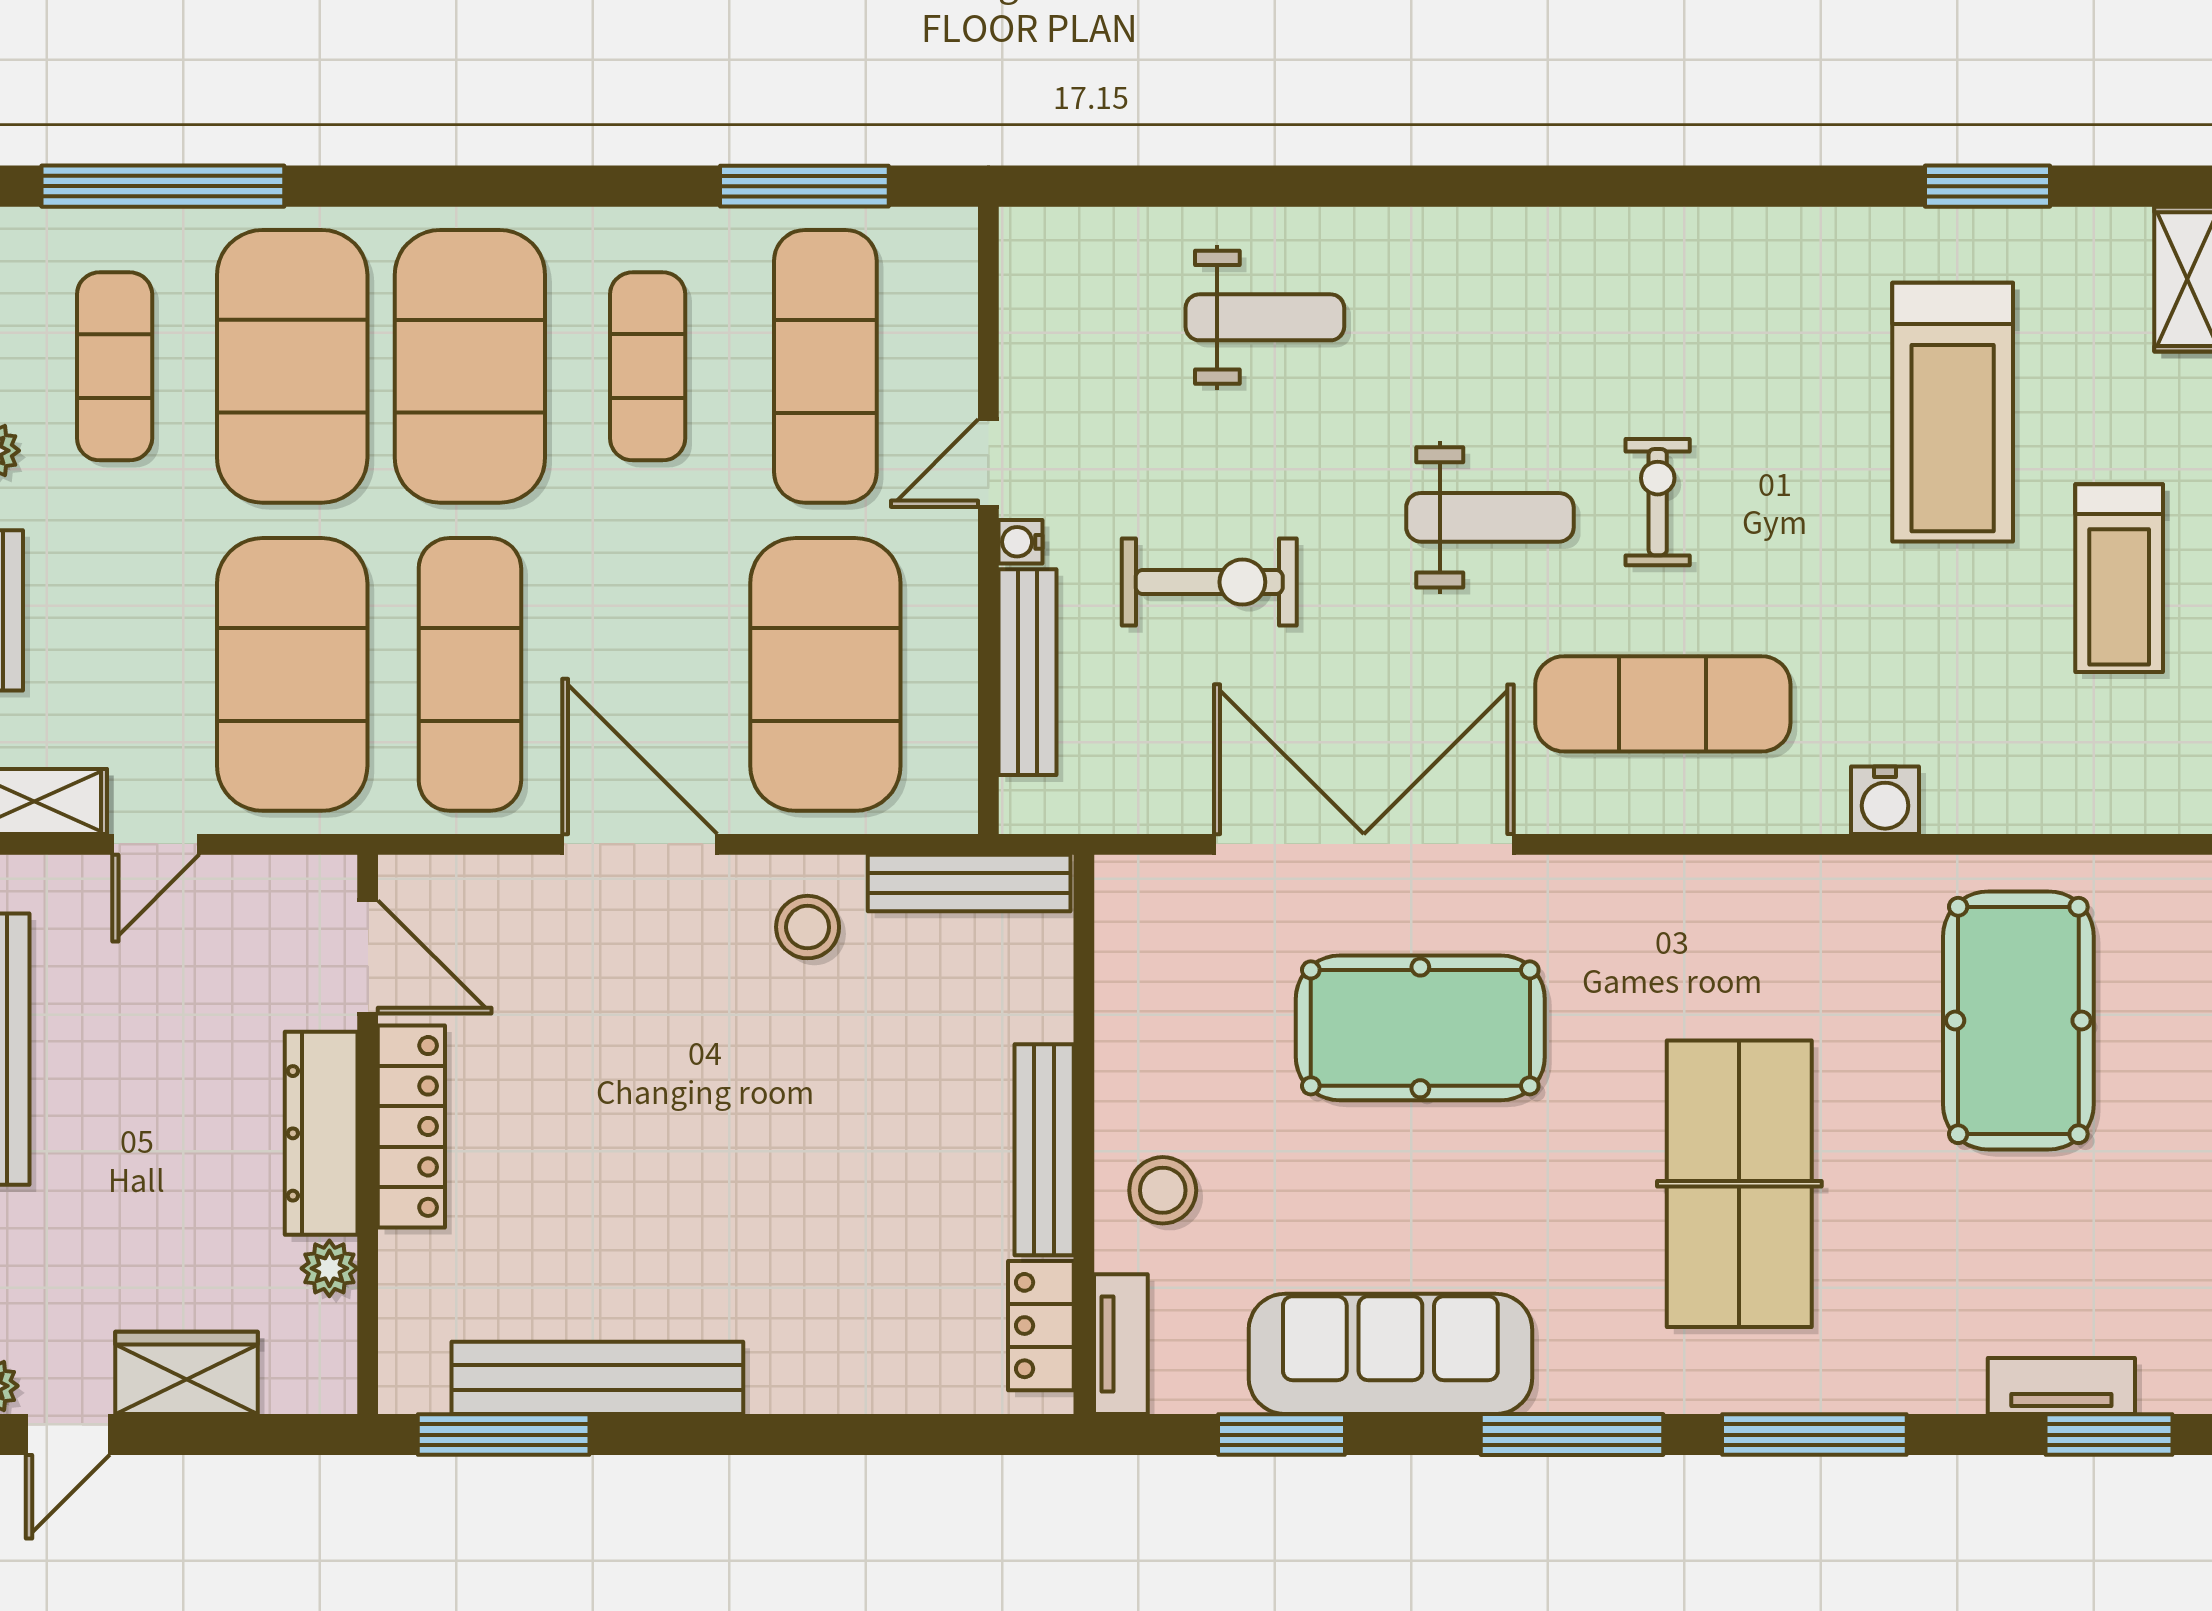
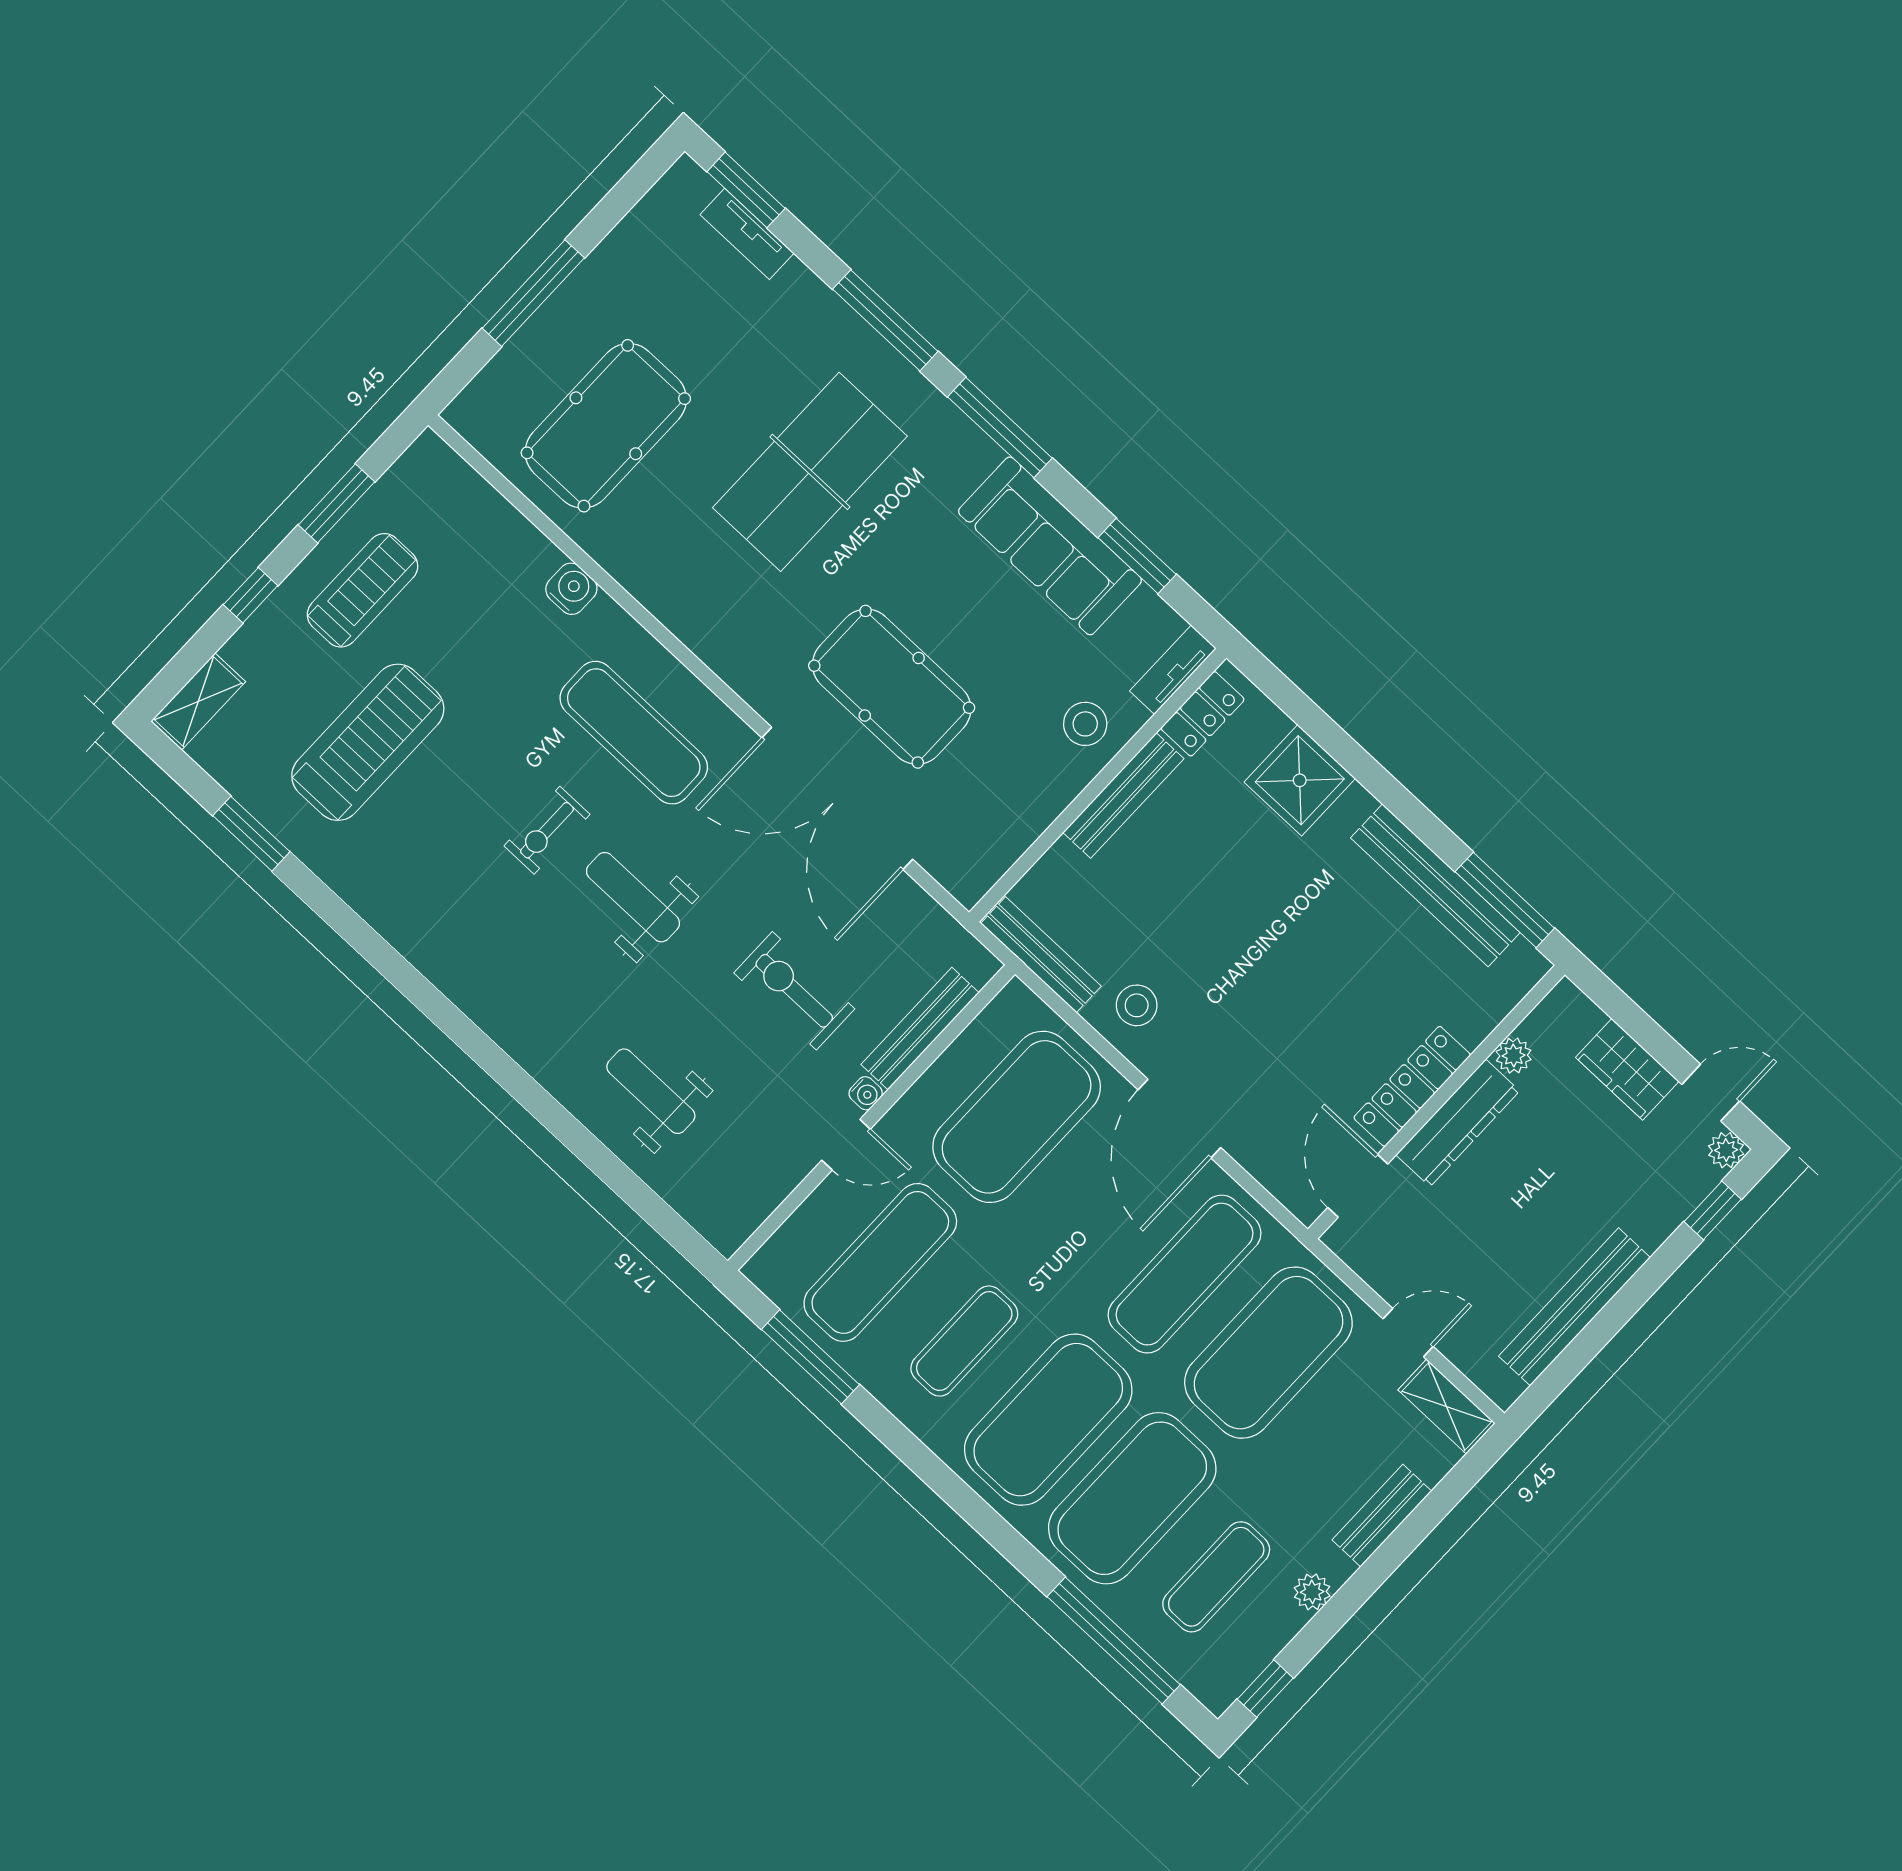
shower: (861, 1353) -> (1300, 780), added

